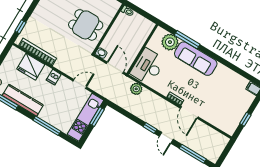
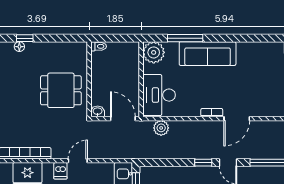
plant: (170, 42) -> (154, 52), moved
door: (80, 84) -> (78, 161), moved
door: (189, 113) -> (237, 119), hinge flipped

